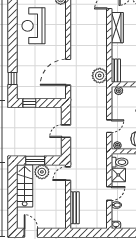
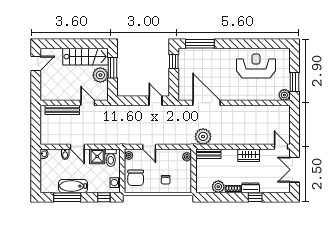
wardrobe: (117, 28) -> (249, 155), width x0.67
window: (13, 79) -> (200, 44), width x2.17
door: (66, 131) -> (156, 101), moved
door: (68, 174) -> (88, 103), moved

